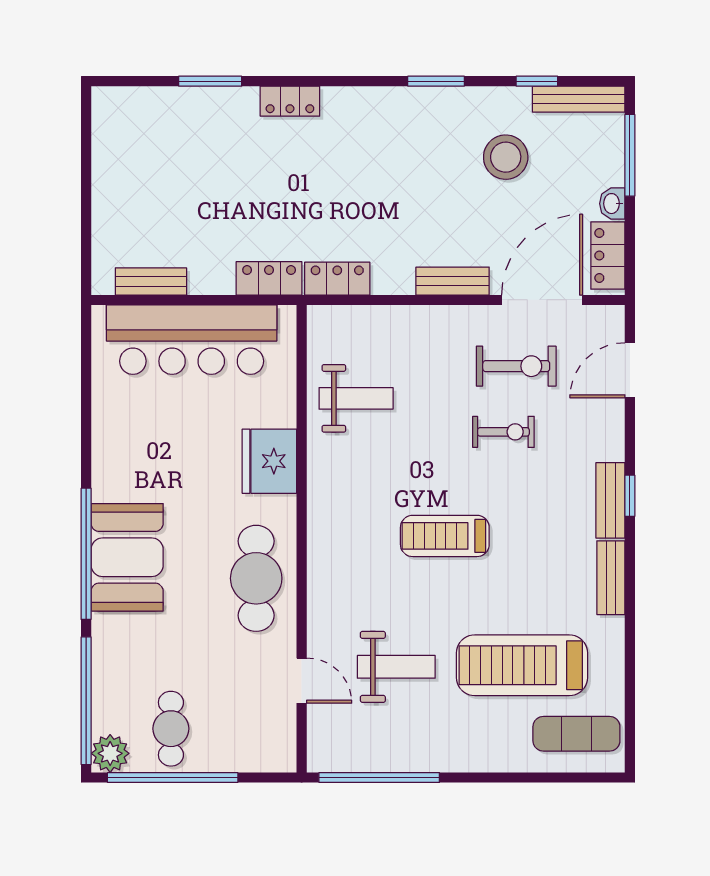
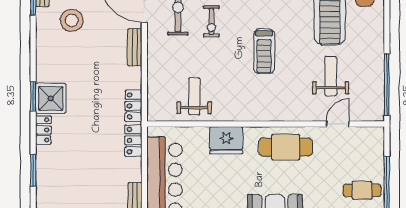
window: (436, 81) -> (33, 97), moved
shower: (352, 116) -> (51, 98), added
exercise bike: (503, 432) -> (211, 21), turned 180

